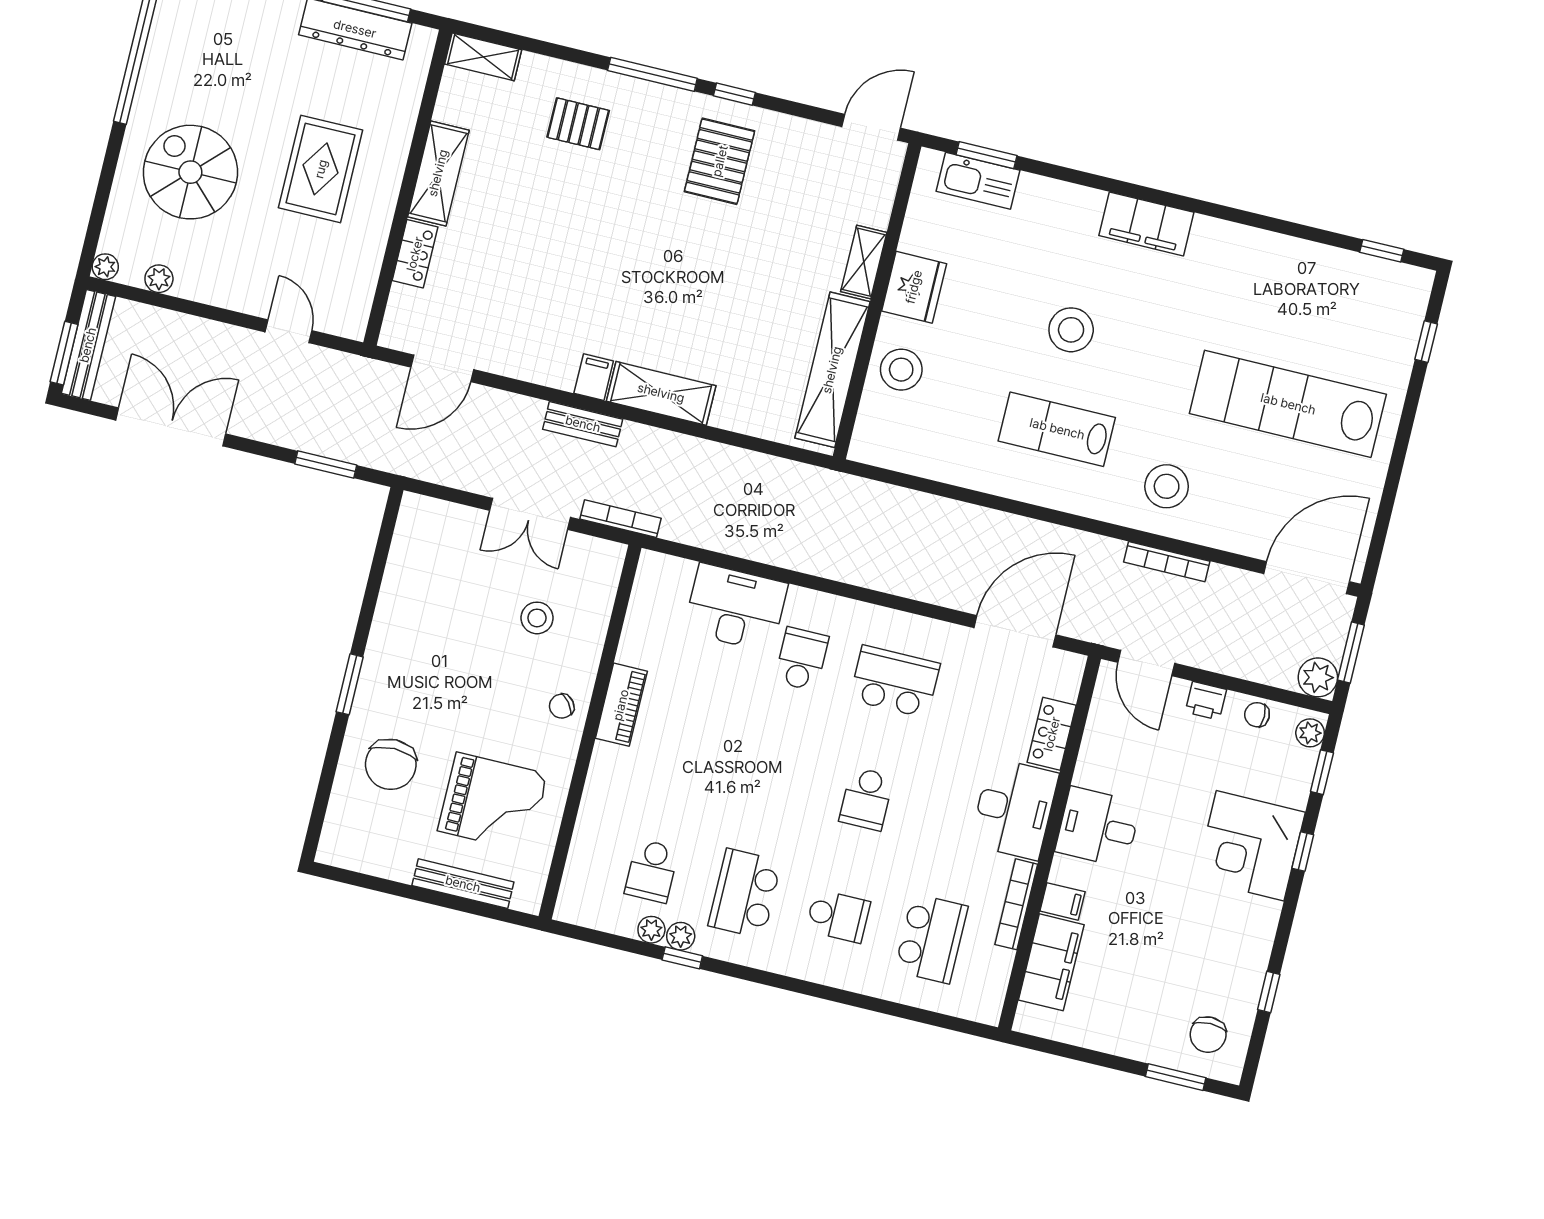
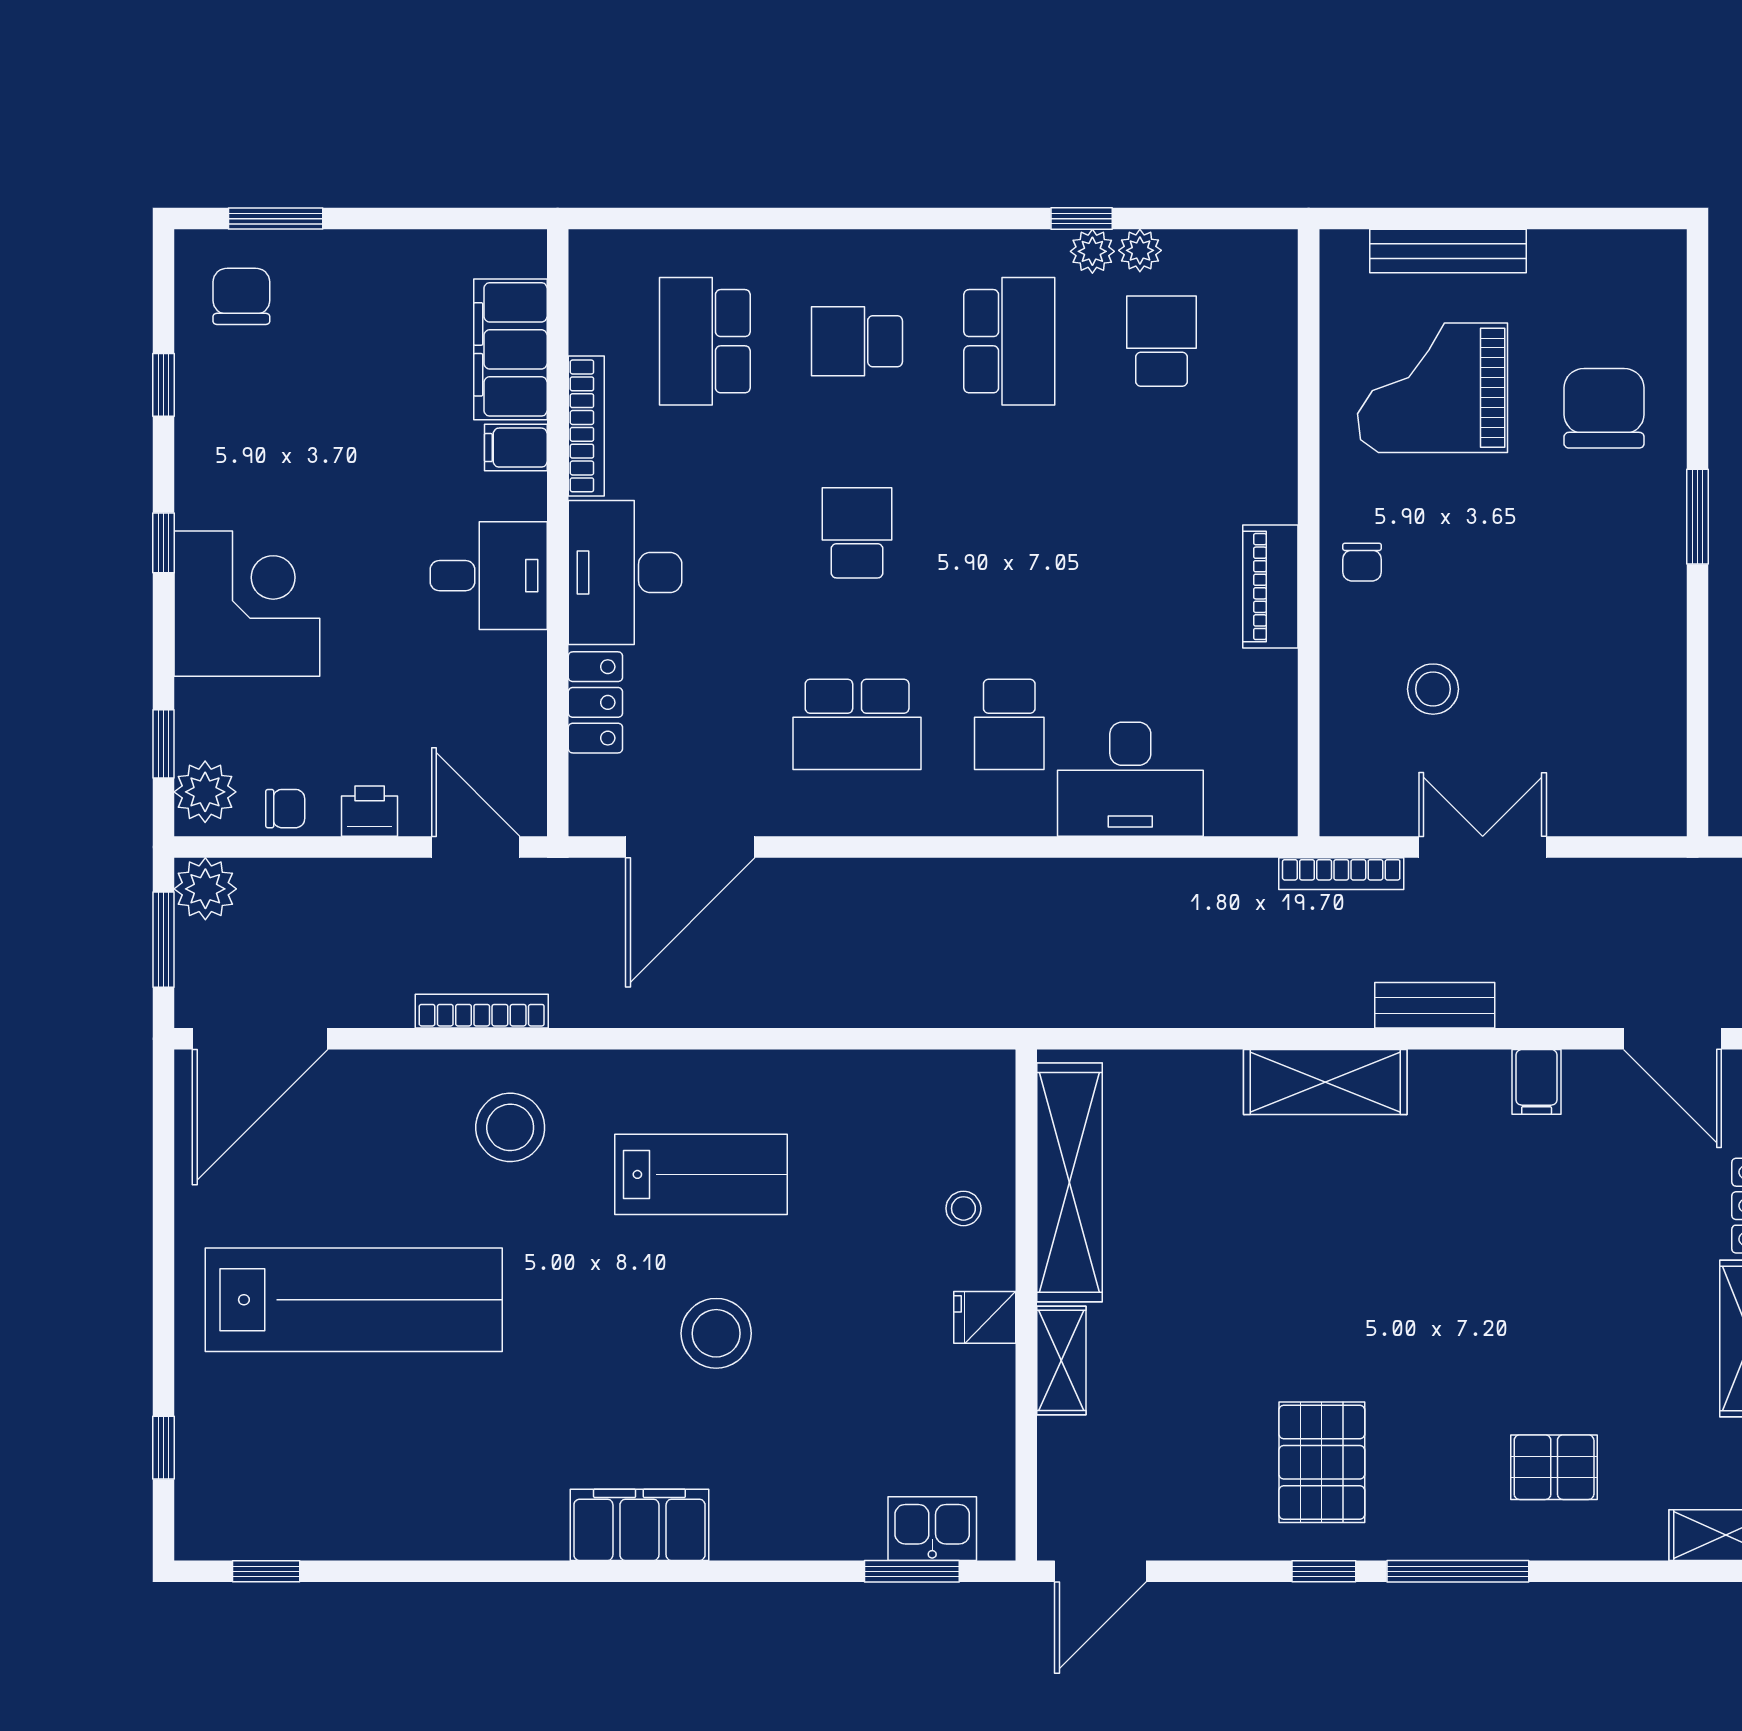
kitchen sink: (978, 181) -> (932, 1529), width x0.73
fridge: (914, 287) -> (985, 1317), width x0.53, depth x0.75
door: (442, 368) -> (1672, 1039), swing flipped
stool: (901, 370) -> (963, 1208), width x0.53, depth x0.53
filing cabinet: (594, 377) -> (1537, 1082), moved
chair: (562, 706) -> (1362, 562), turned 128
plant: (1310, 733) -> (205, 792), width x1.38, depth x1.38
window: (1303, 851) -> (164, 543), moved

